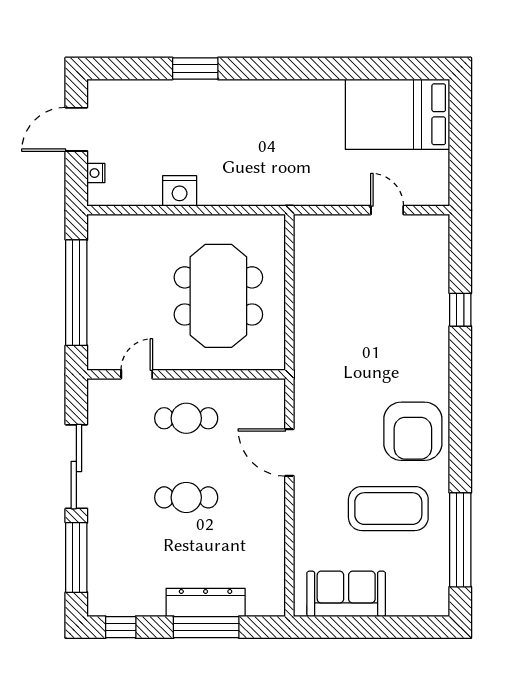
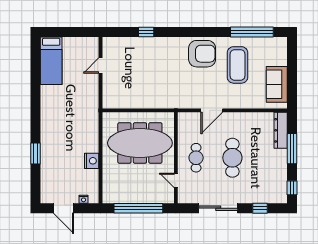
bed: (398, 114) -> (51, 61), width x0.67
meeting table: (218, 296) -> (140, 143), width x1.36
cafe table: (186, 497) -> (232, 158), width x1.37, depth x1.35
window: (76, 557) -> (260, 208), width x0.46
dresser: (206, 602) -> (281, 130), moved

